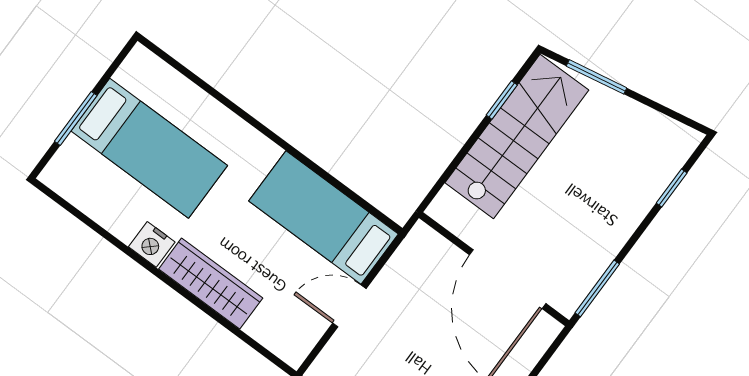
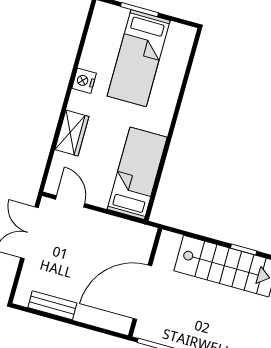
wardrobe: (211, 283) -> (72, 133), width x0.67
door: (349, 306) -> (70, 201), moved

